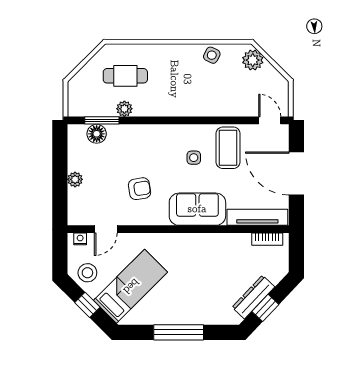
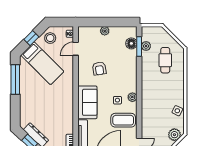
plant: (124, 109) -> (146, 46), moved
plant: (189, 132) -> (132, 97), added
door: (106, 229) -> (76, 49), hinge flipped
window: (179, 332) -> (15, 79), moved

